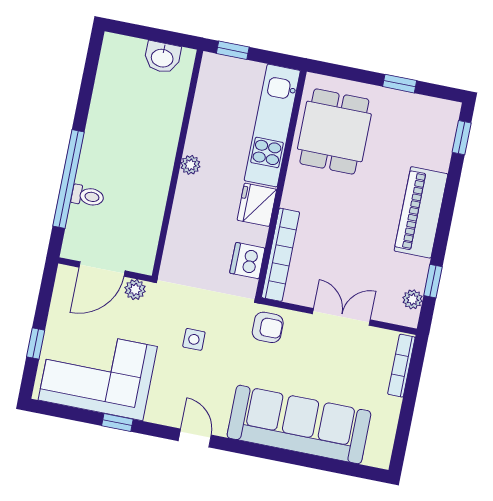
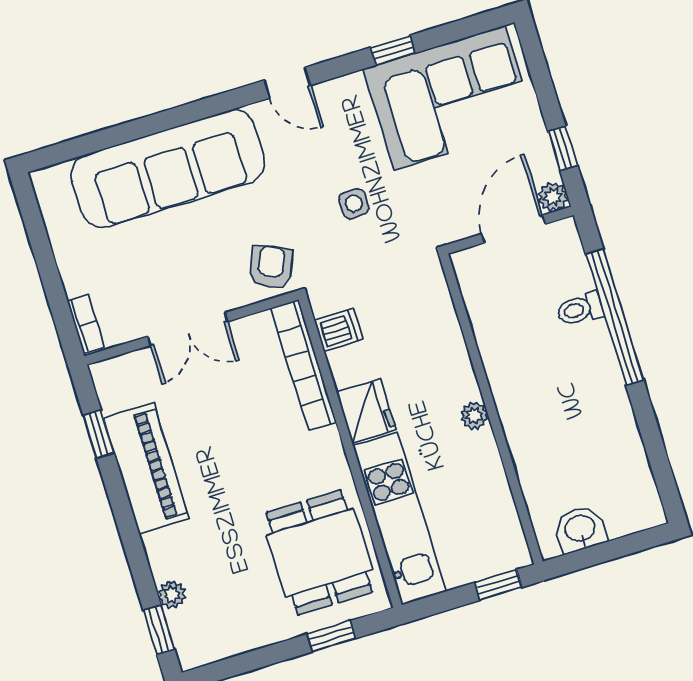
window: (400, 84) -> (331, 636), moved
piano: (421, 212) -> (146, 468), moved
dishwasher: (247, 261) -> (339, 330), width x0.73
plant: (135, 290) -> (553, 197), moved
plant: (413, 299) -> (172, 594), moved
armchair: (268, 327) -> (271, 267), turned 113
window: (36, 344) -> (563, 149), moved
bookcase: (401, 366) -> (86, 324), width x0.64

